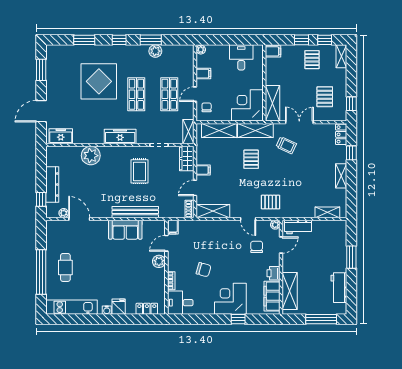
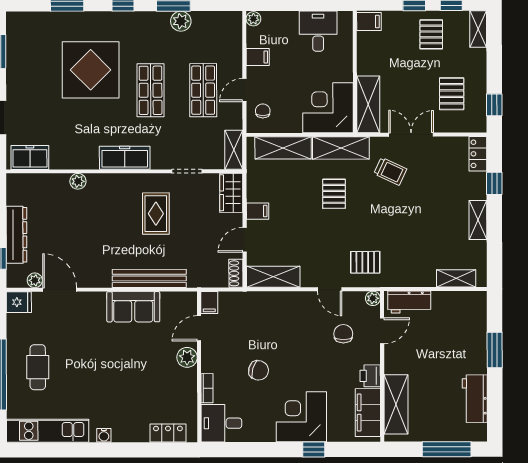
plant: (91, 156) -> (78, 181), width x0.53, depth x0.53
fridge: (119, 307) -> (19, 302), moved, turned 90

